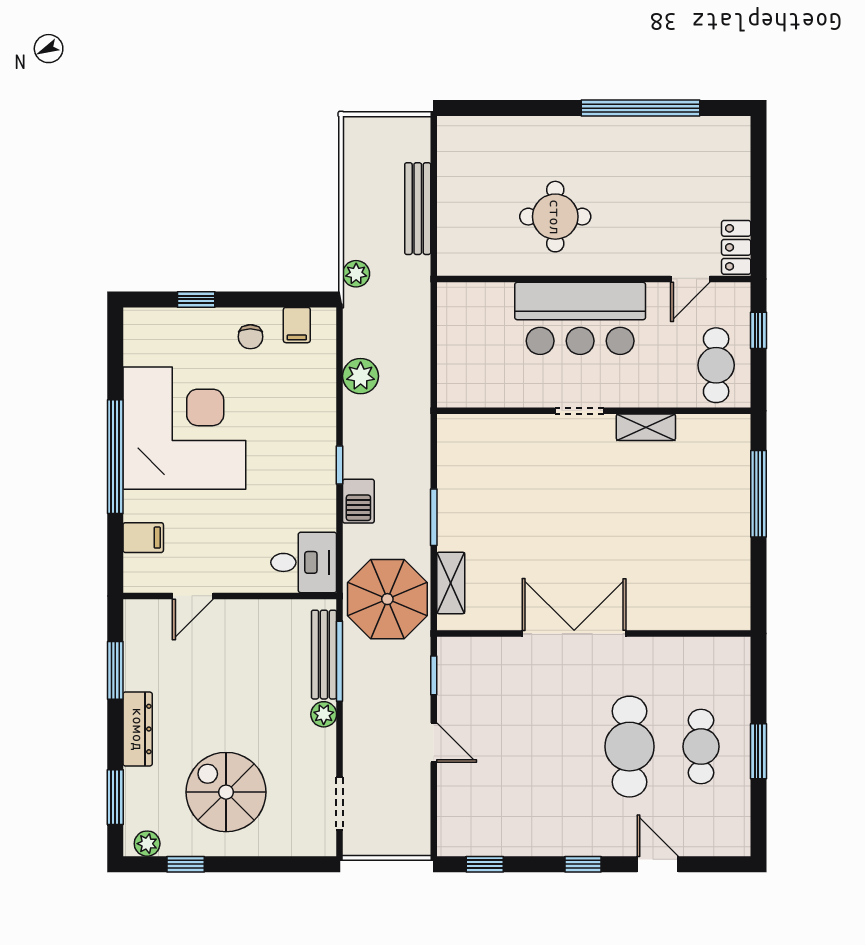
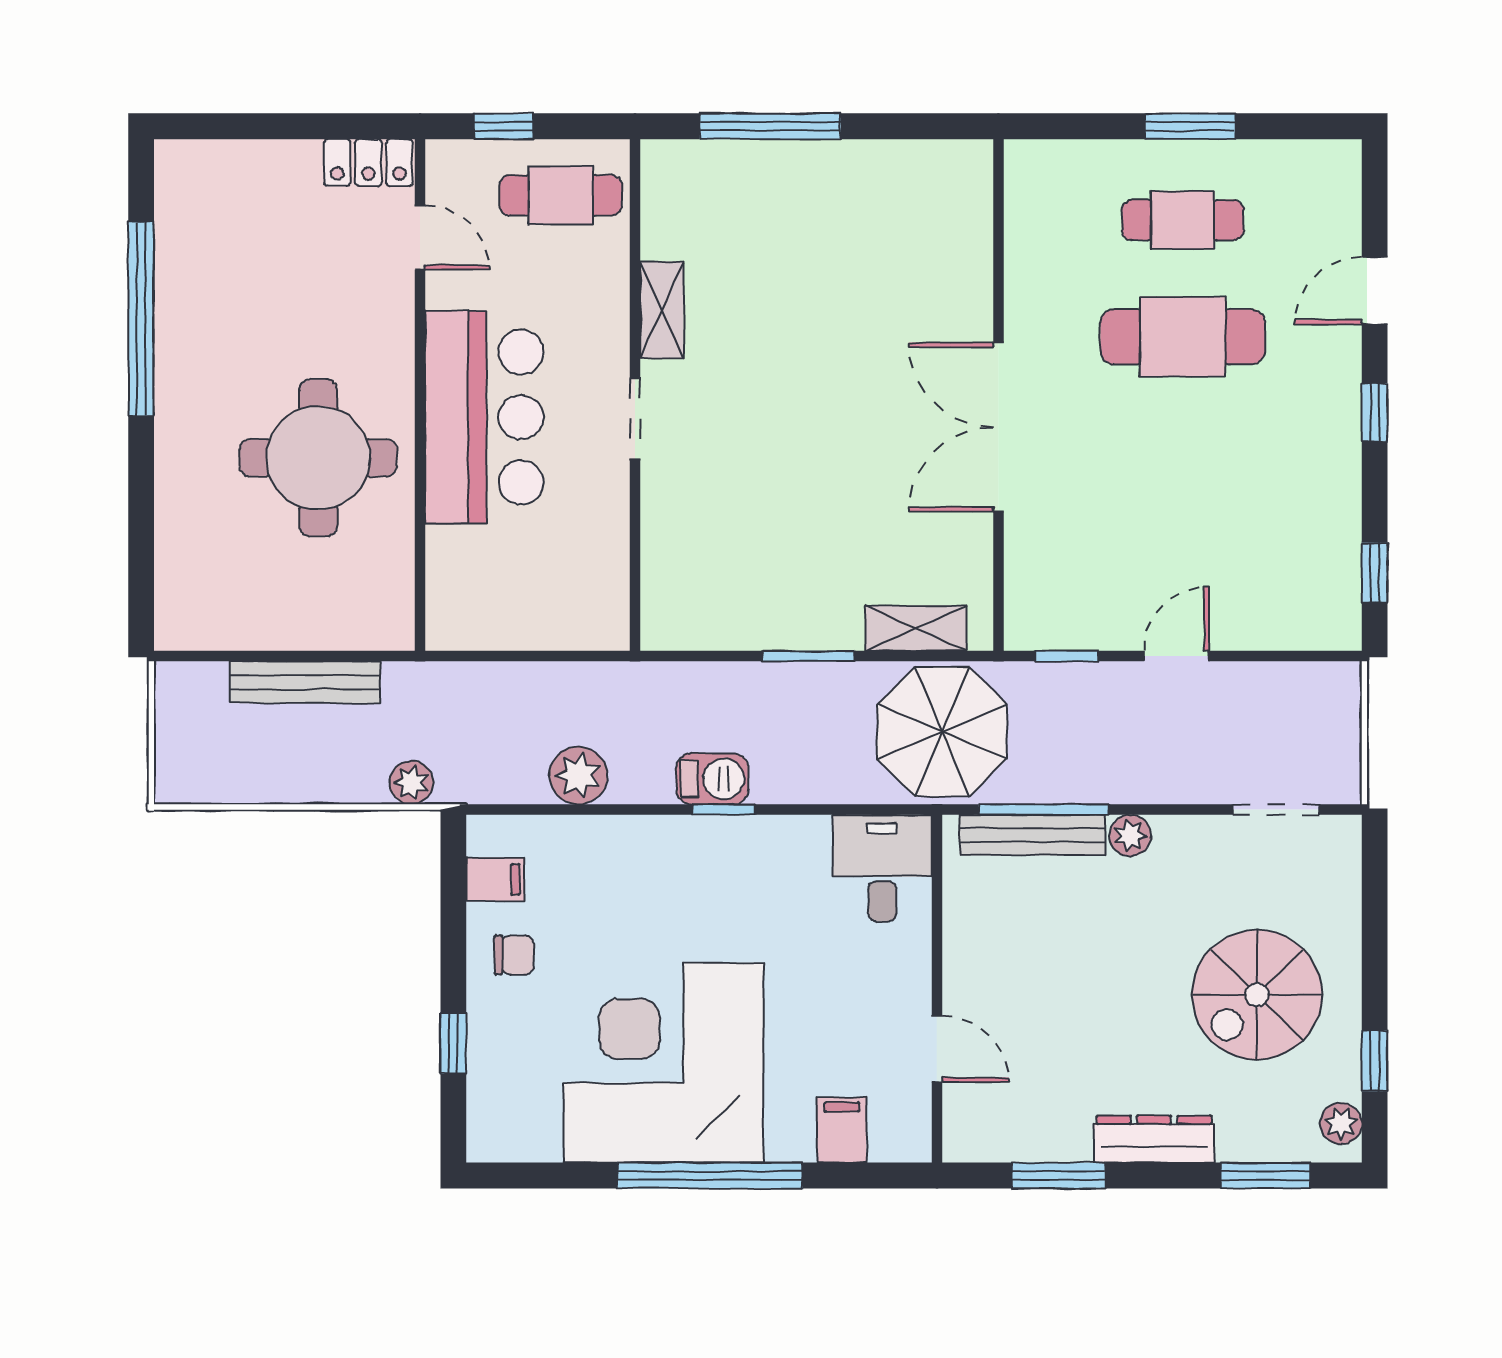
round table: (555, 217) -> (318, 458), width x1.36, depth x1.36
barbecue: (358, 501) -> (712, 779), moved

